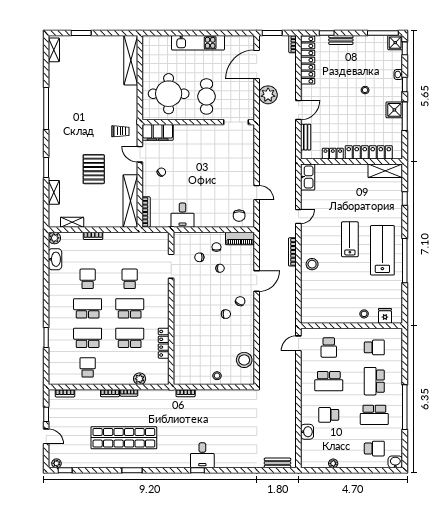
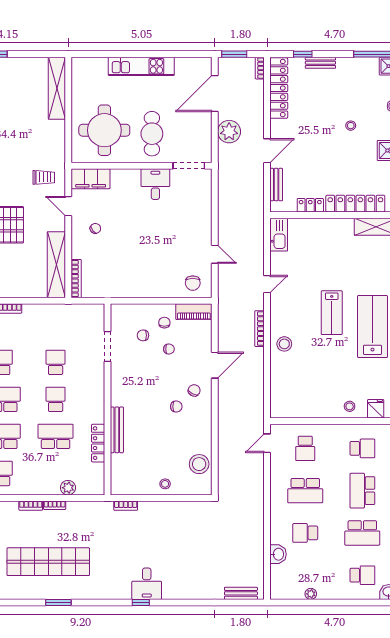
desk: (182, 215) -> (155, 184), moved, turned 180
lab bench: (350, 239) -> (332, 313), turned 180
school desk: (130, 308) -> (56, 399), width x0.54
bench: (179, 333) -> (117, 430), added

